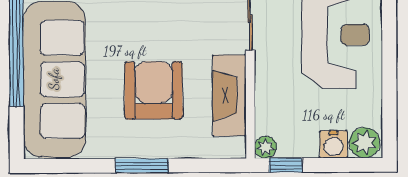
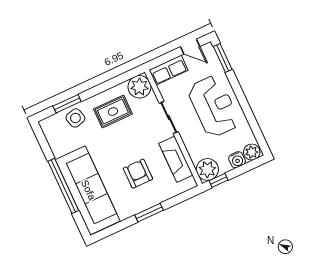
armchair: (154, 90) -> (138, 174), width x0.73, depth x0.73
plant: (266, 147) -> (207, 169), width x1.87, depth x1.87

